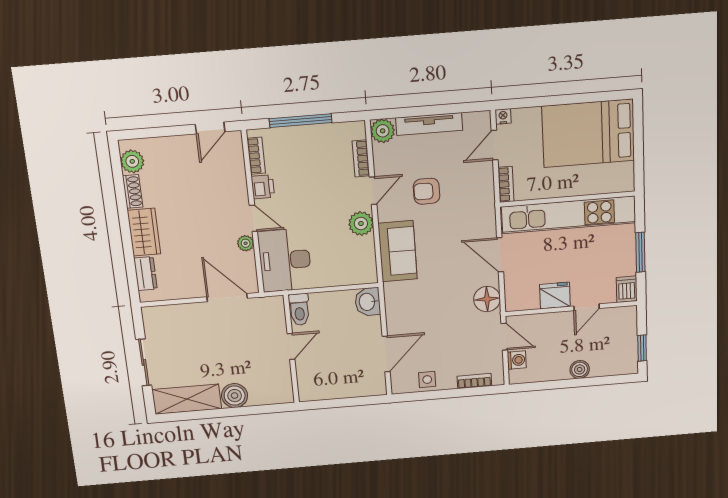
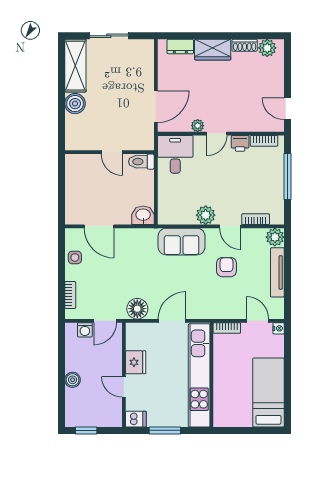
bed: (588, 133) -> (268, 392), width x0.67
desk: (285, 260) -> (175, 154), width x0.73

